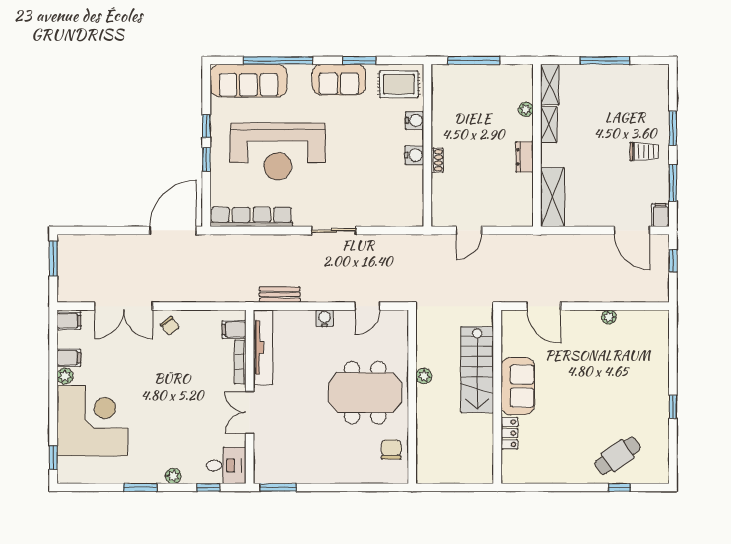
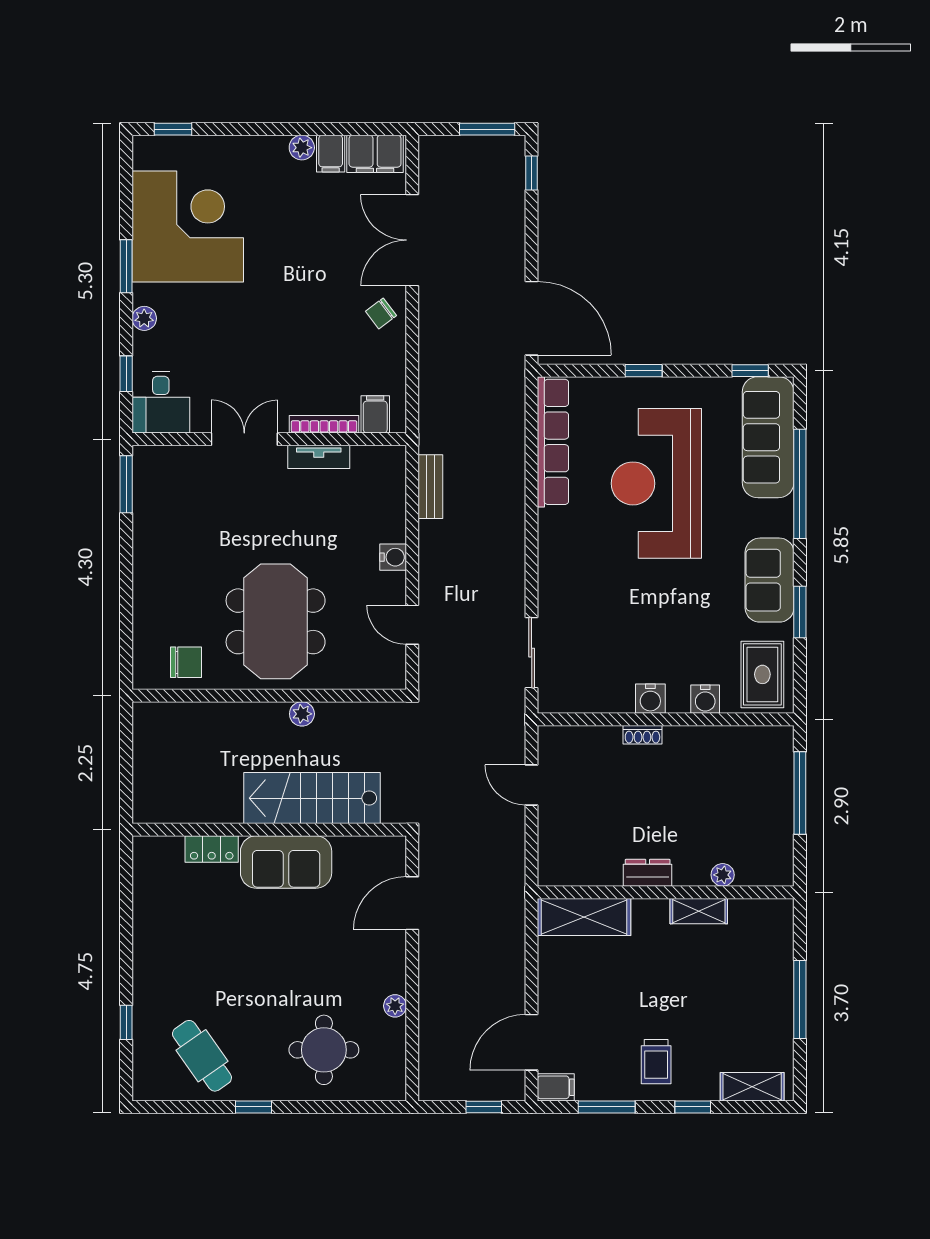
shelving: (550, 85) -> (752, 1087), moved
window: (206, 126) -> (750, 371), moved
window: (673, 128) -> (693, 1107), width x0.67
window: (81, 230) -> (532, 173), added
sliding door: (334, 230) -> (532, 653), moved
filing cabinet: (69, 321) -> (375, 154), width x2.00
tv unit: (263, 347) -> (319, 457), width x0.52, depth x0.78
round table: (637, 362) -> (324, 1050), added
corner desk: (92, 421) -> (188, 227), moved, turned -90
cafe table: (618, 456) -> (202, 1056), moved

